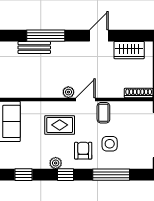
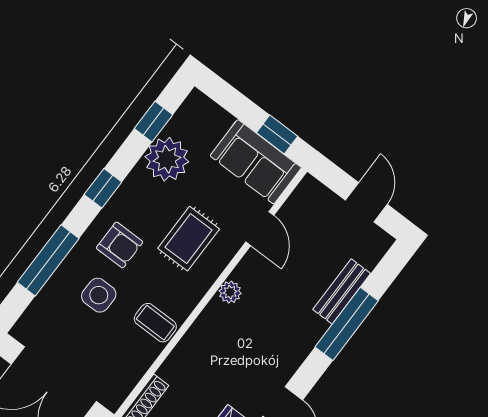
door: (86, 99) -> (260, 229), moved
plant: (56, 163) -> (167, 159), moved, width x1.87, depth x1.87

